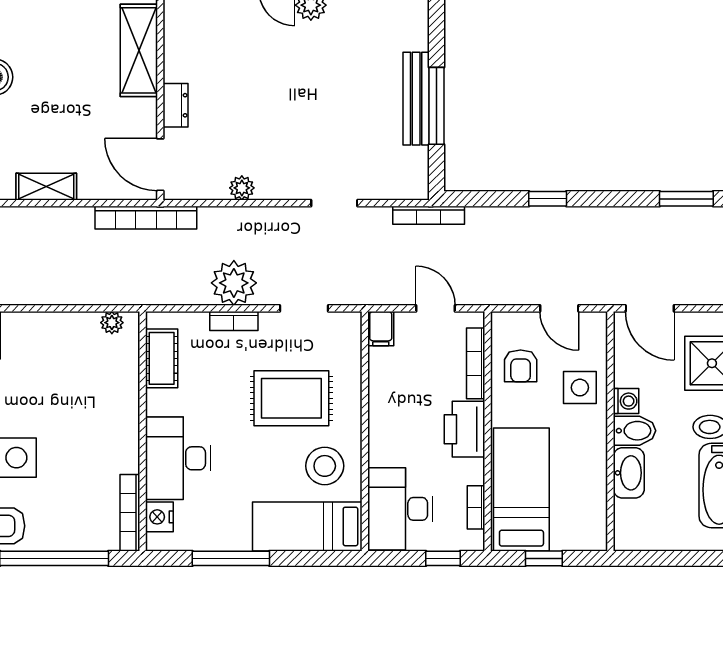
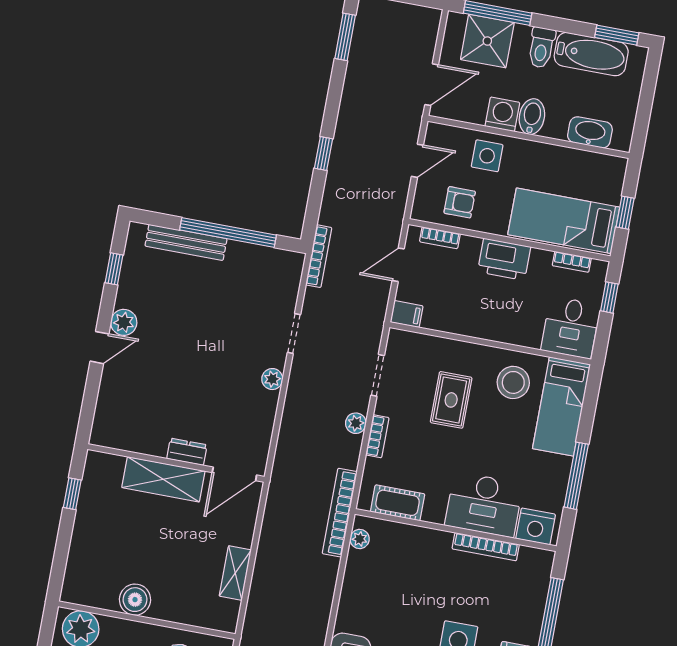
shelving: (139, 50) -> (163, 479), moved
bench: (416, 99) -> (186, 242), moved
window: (436, 106) -> (228, 232), width x1.46
plant: (242, 188) -> (272, 379), moved
bookcase: (146, 218) -> (340, 513), moved, turned 180
plant: (234, 283) -> (356, 423), width x0.53, depth x0.53
bookcase: (476, 363) -> (440, 238), width x0.64
rug: (291, 398) -> (451, 400), width x0.73, depth x0.70
washing machine: (626, 401) -> (502, 114), width x1.38, depth x1.38
washbasin: (629, 473) -> (590, 132), moved
desk: (400, 509) -> (571, 327), width x0.73
bookcase: (130, 513) -> (486, 547), moved
nightstand: (159, 517) -> (536, 526), width x1.36, depth x1.33

